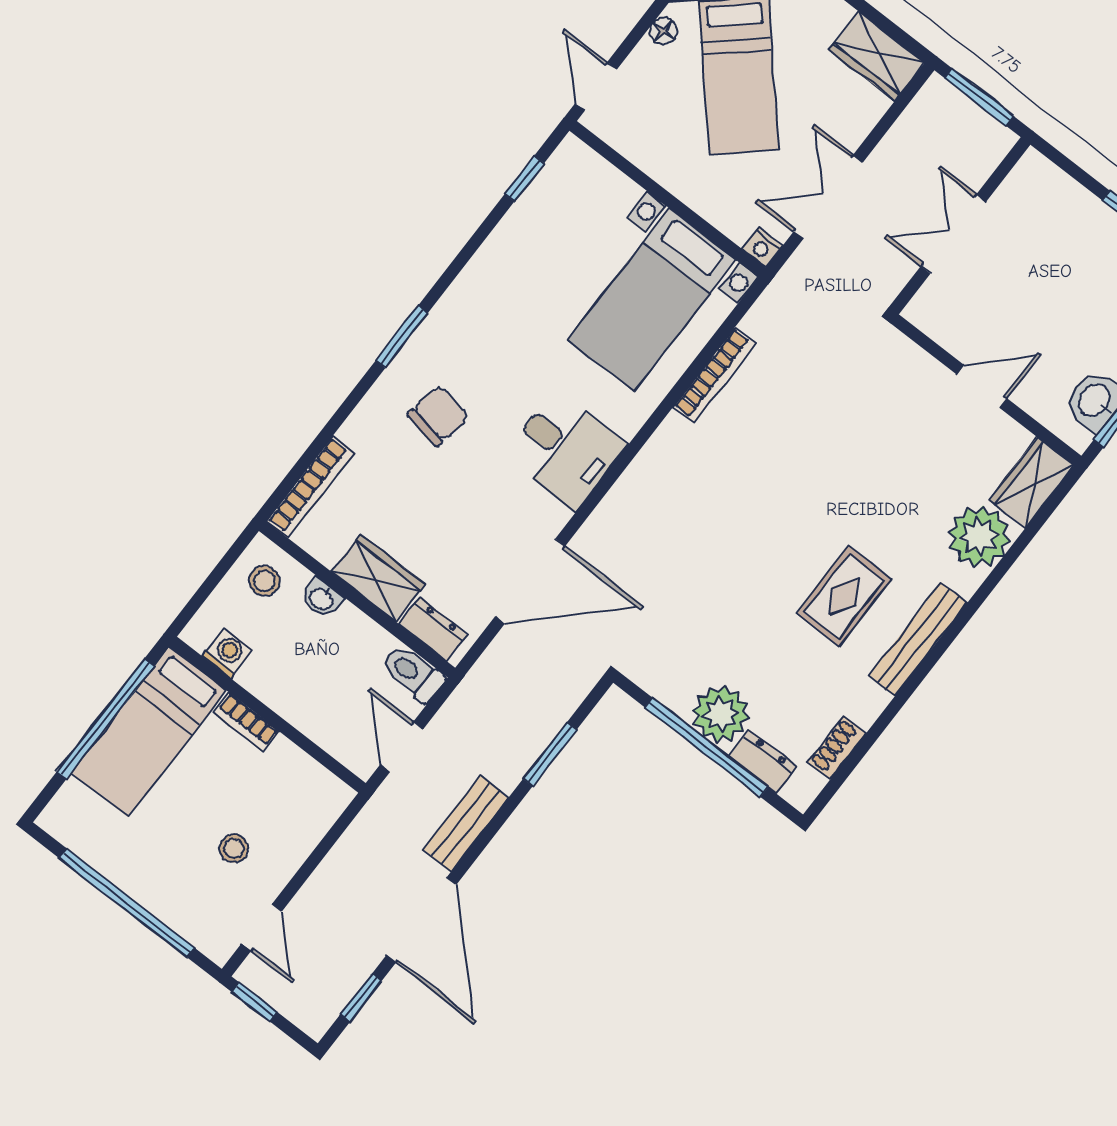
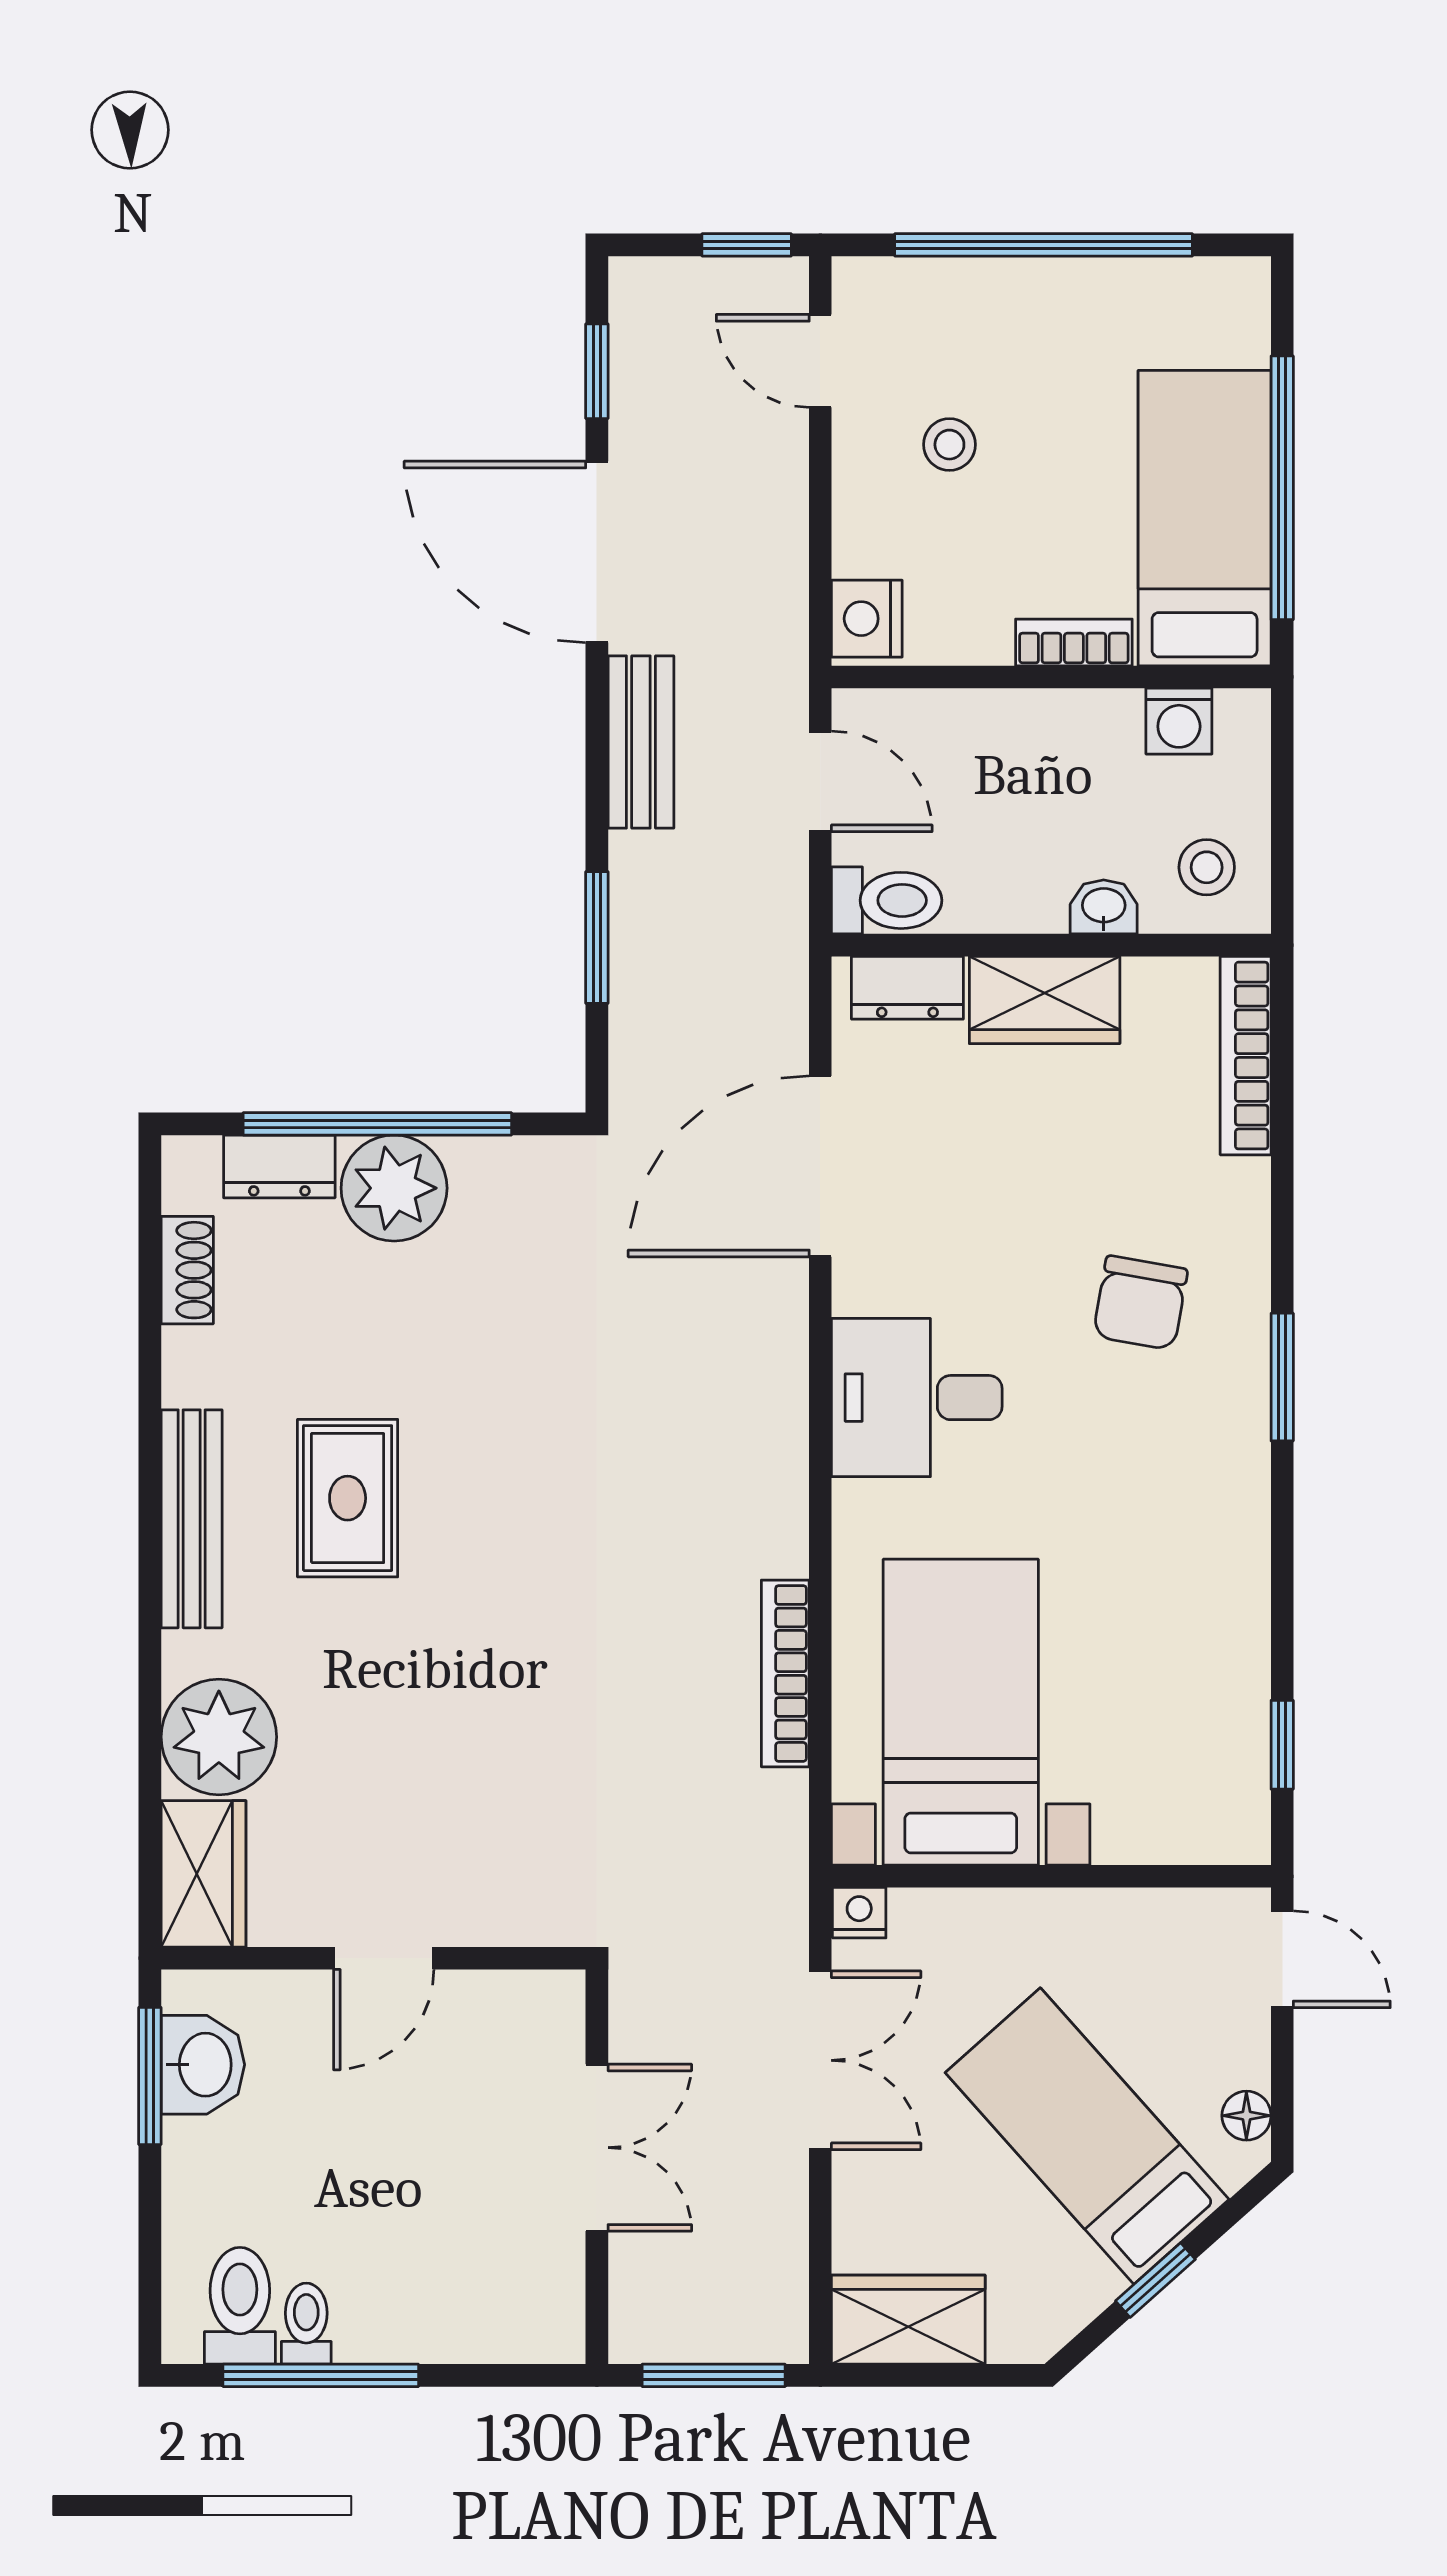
nightstand: (327, 801) -> (867, 619), added

